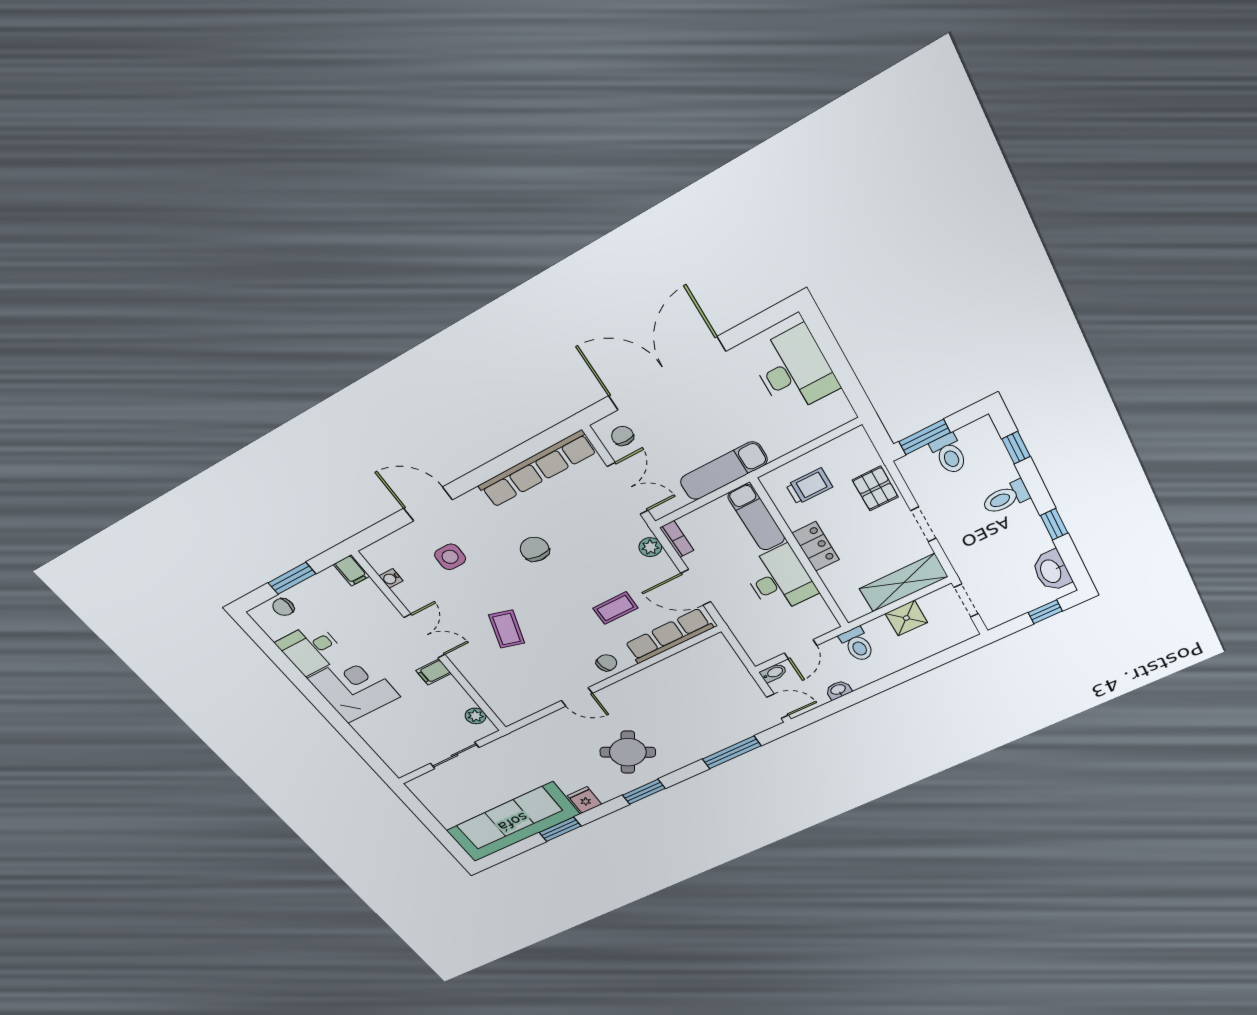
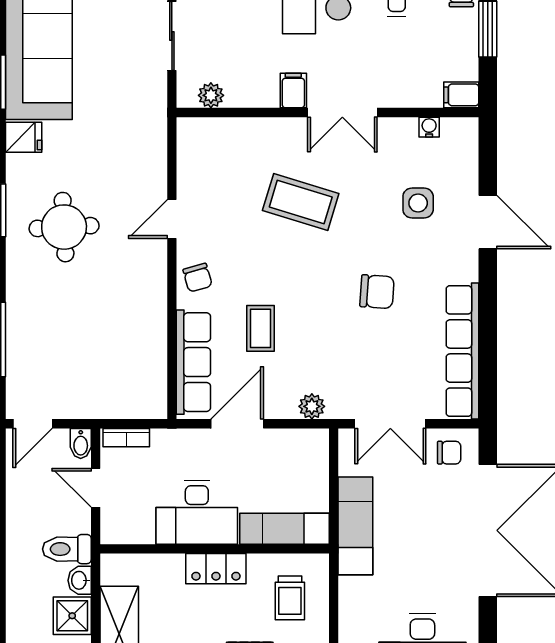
door: (428, 504) -> (488, 222), hinge flipped
bookcase: (677, 539) -> (126, 438), moved
coffee table: (507, 629) -> (301, 202), width x1.36, depth x1.30
washbasin: (838, 690) -> (80, 580), moved, turned 180
round table: (628, 752) -> (64, 227), turned -34

